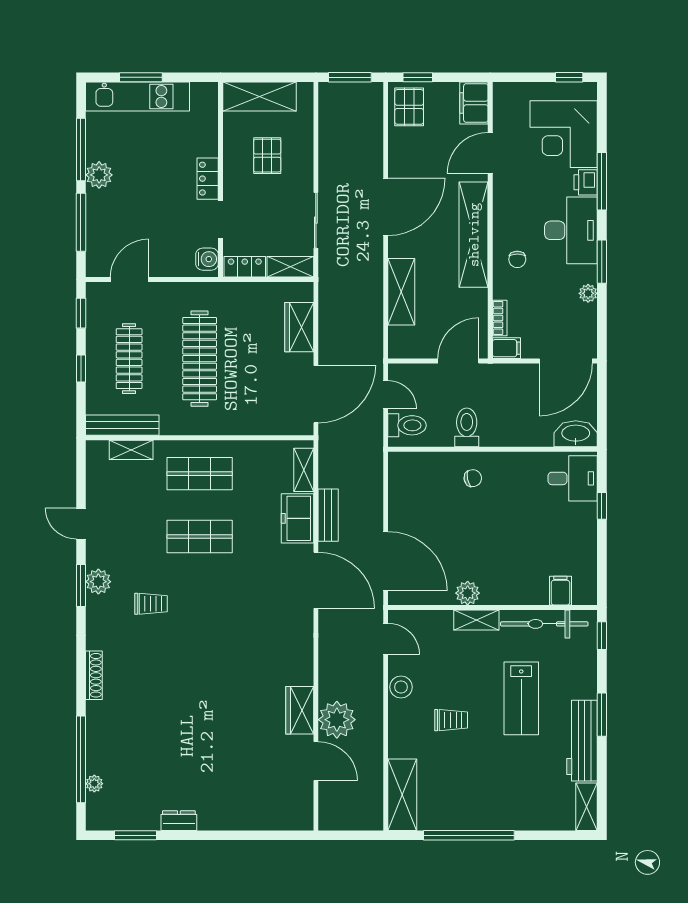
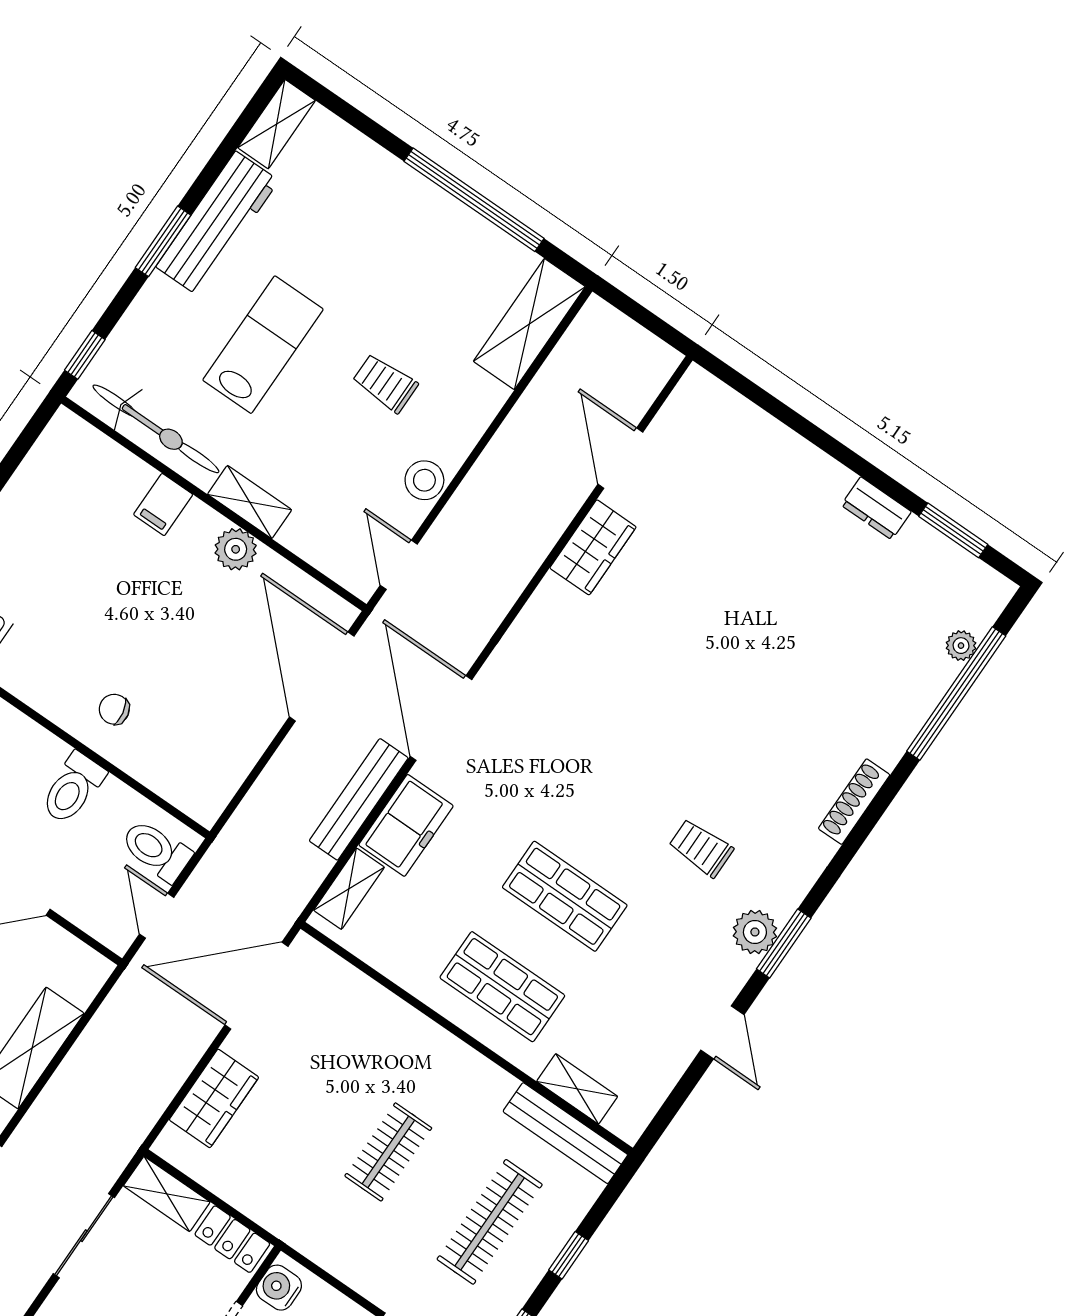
clothes rail: (200, 359) -> (388, 1152), width x0.54, depth x0.76
bench: (328, 515) -> (359, 799), width x1.36
filing cabinet: (560, 591) -> (163, 505), moved
plant: (337, 720) -> (549, 497), removed

